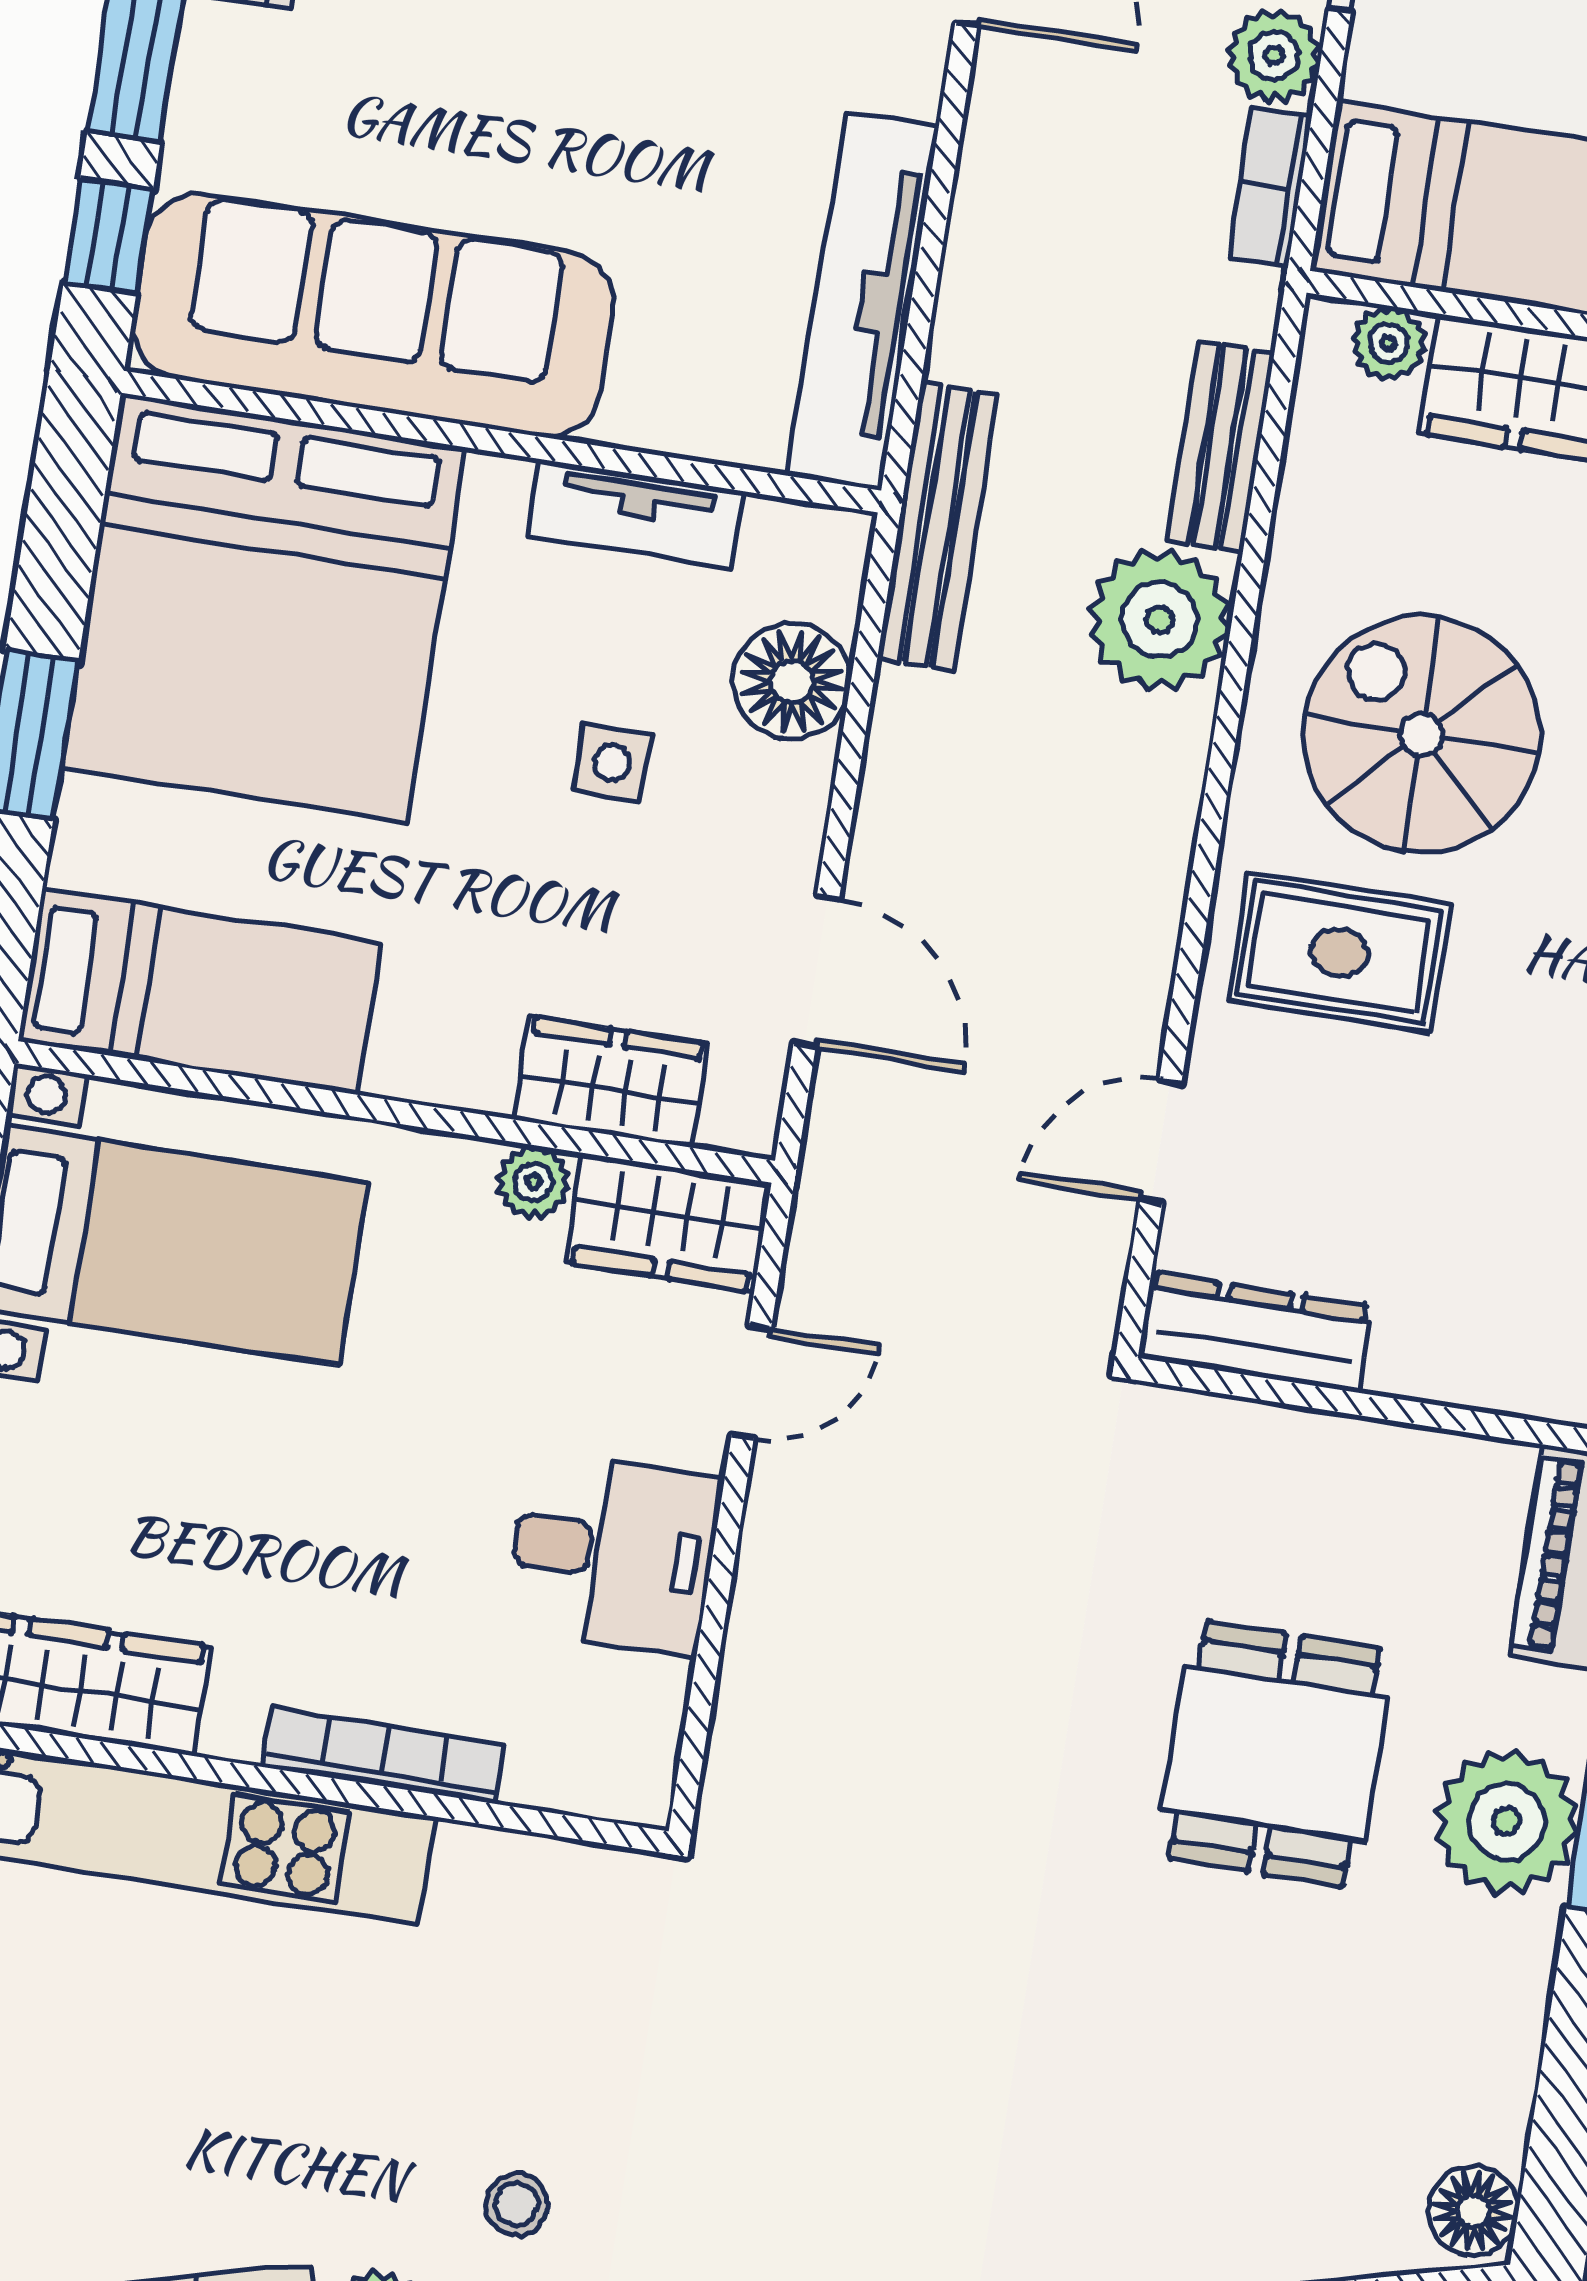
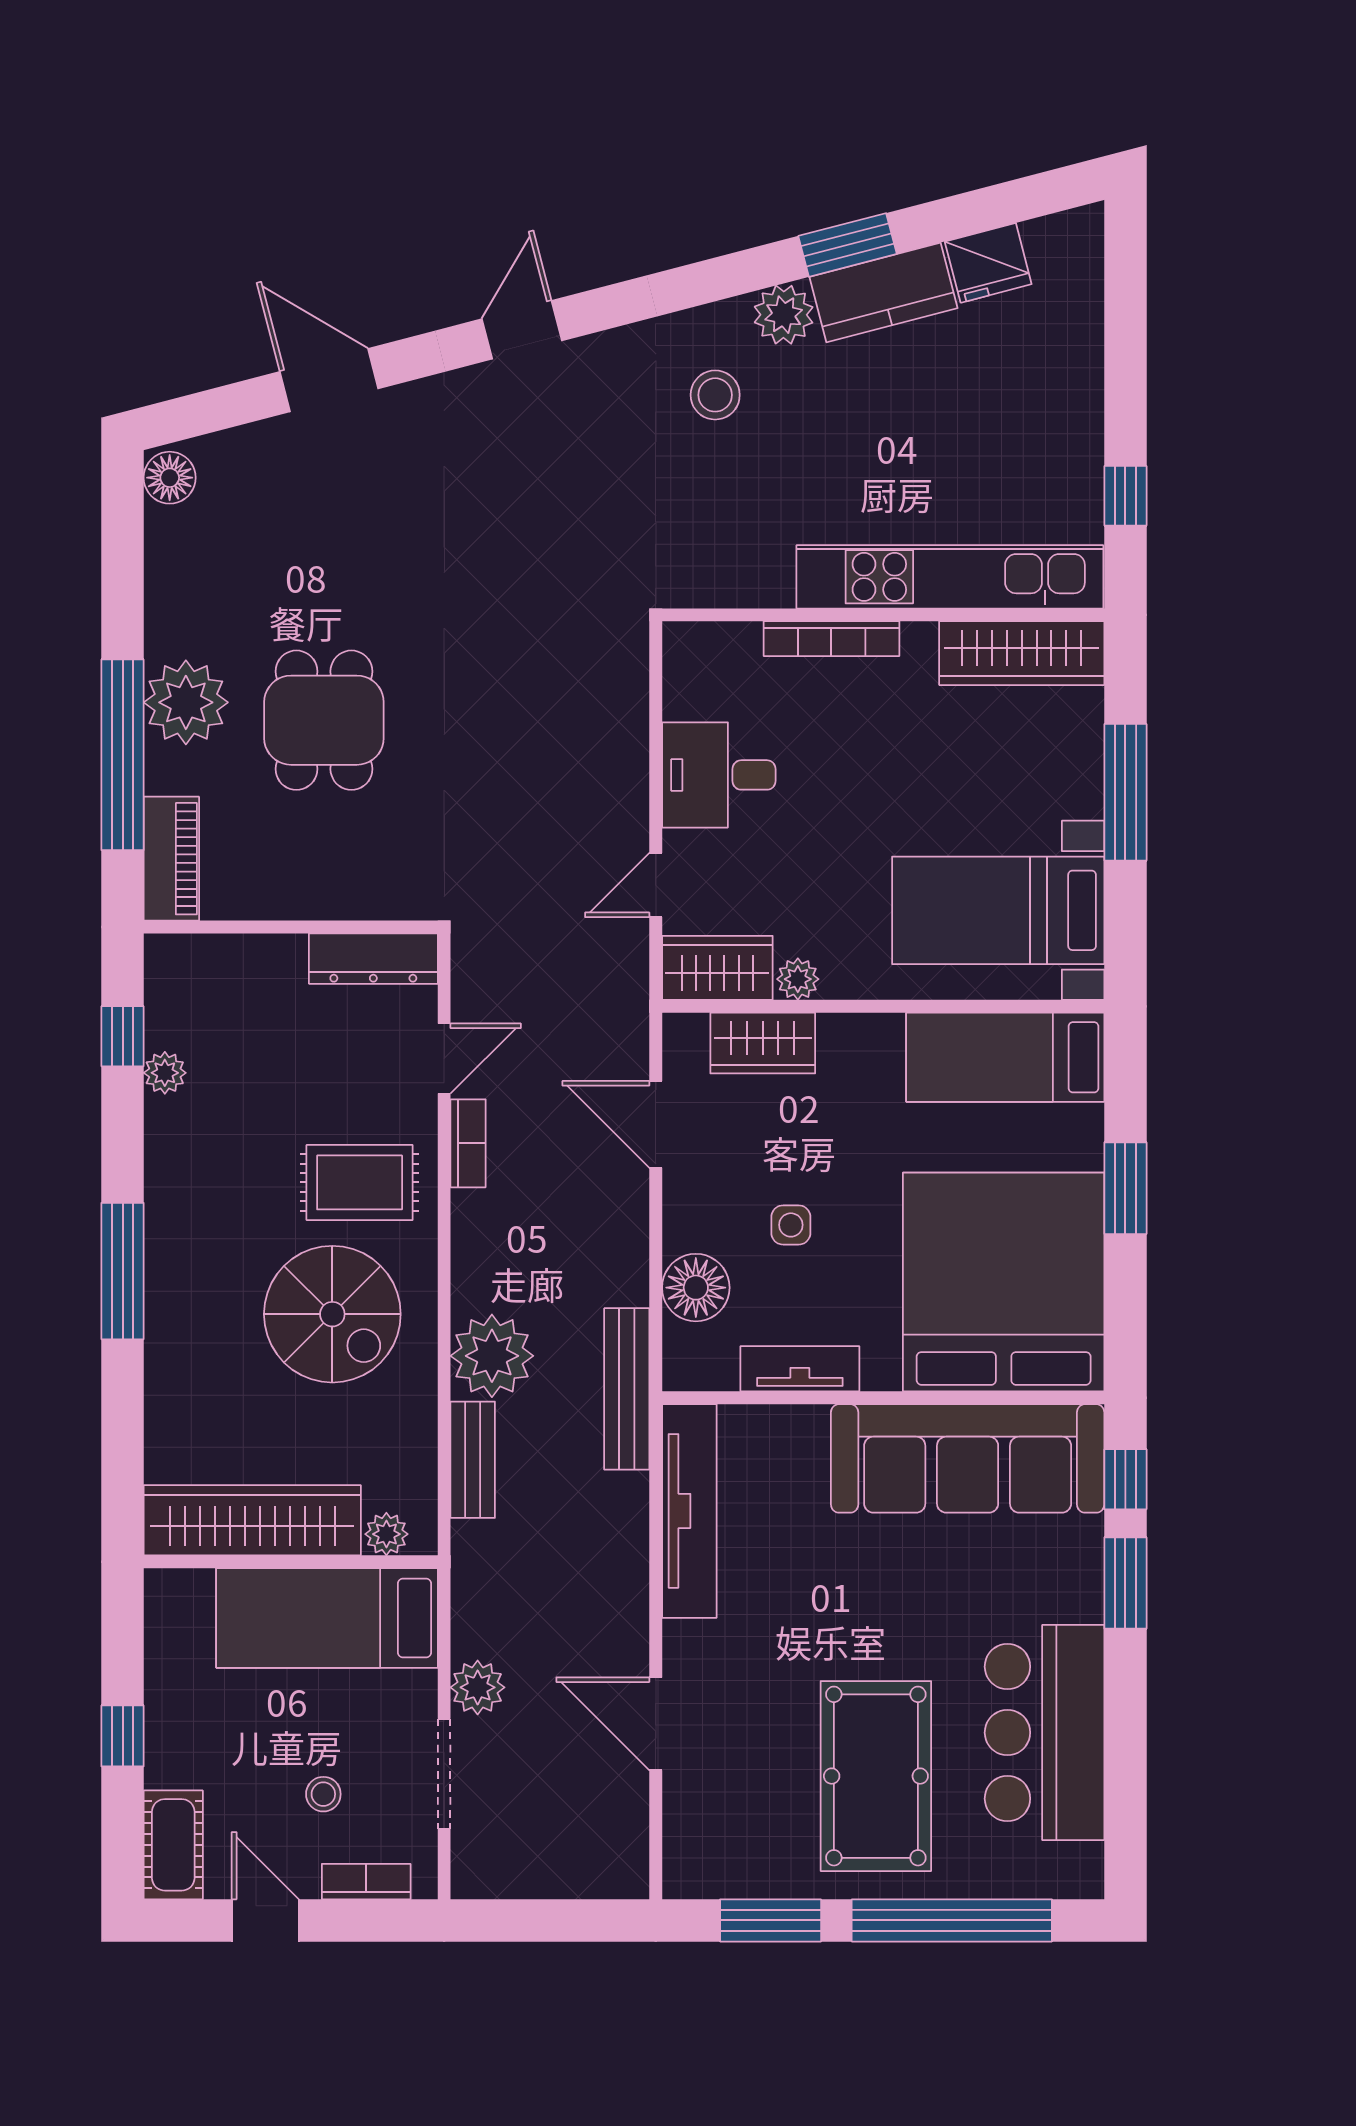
bookcase: (1270, 187) -> (468, 1143), moved
stool: (517, 2204) -> (715, 395), width x1.37, depth x1.37

